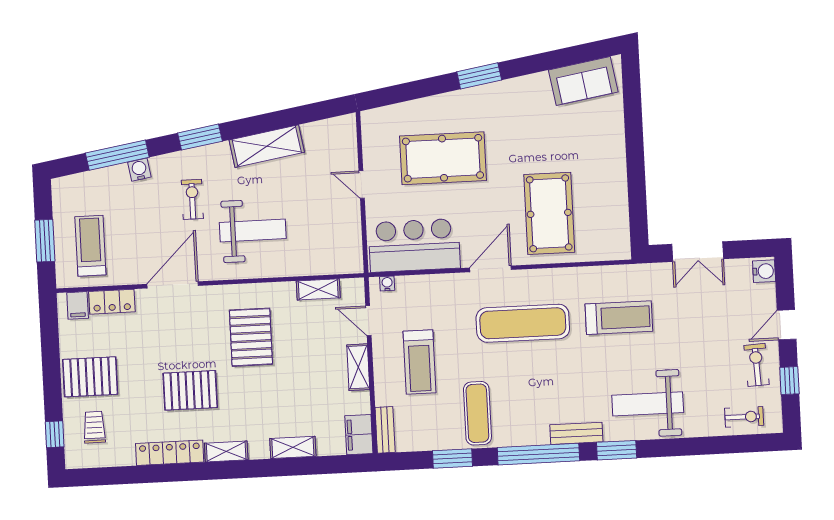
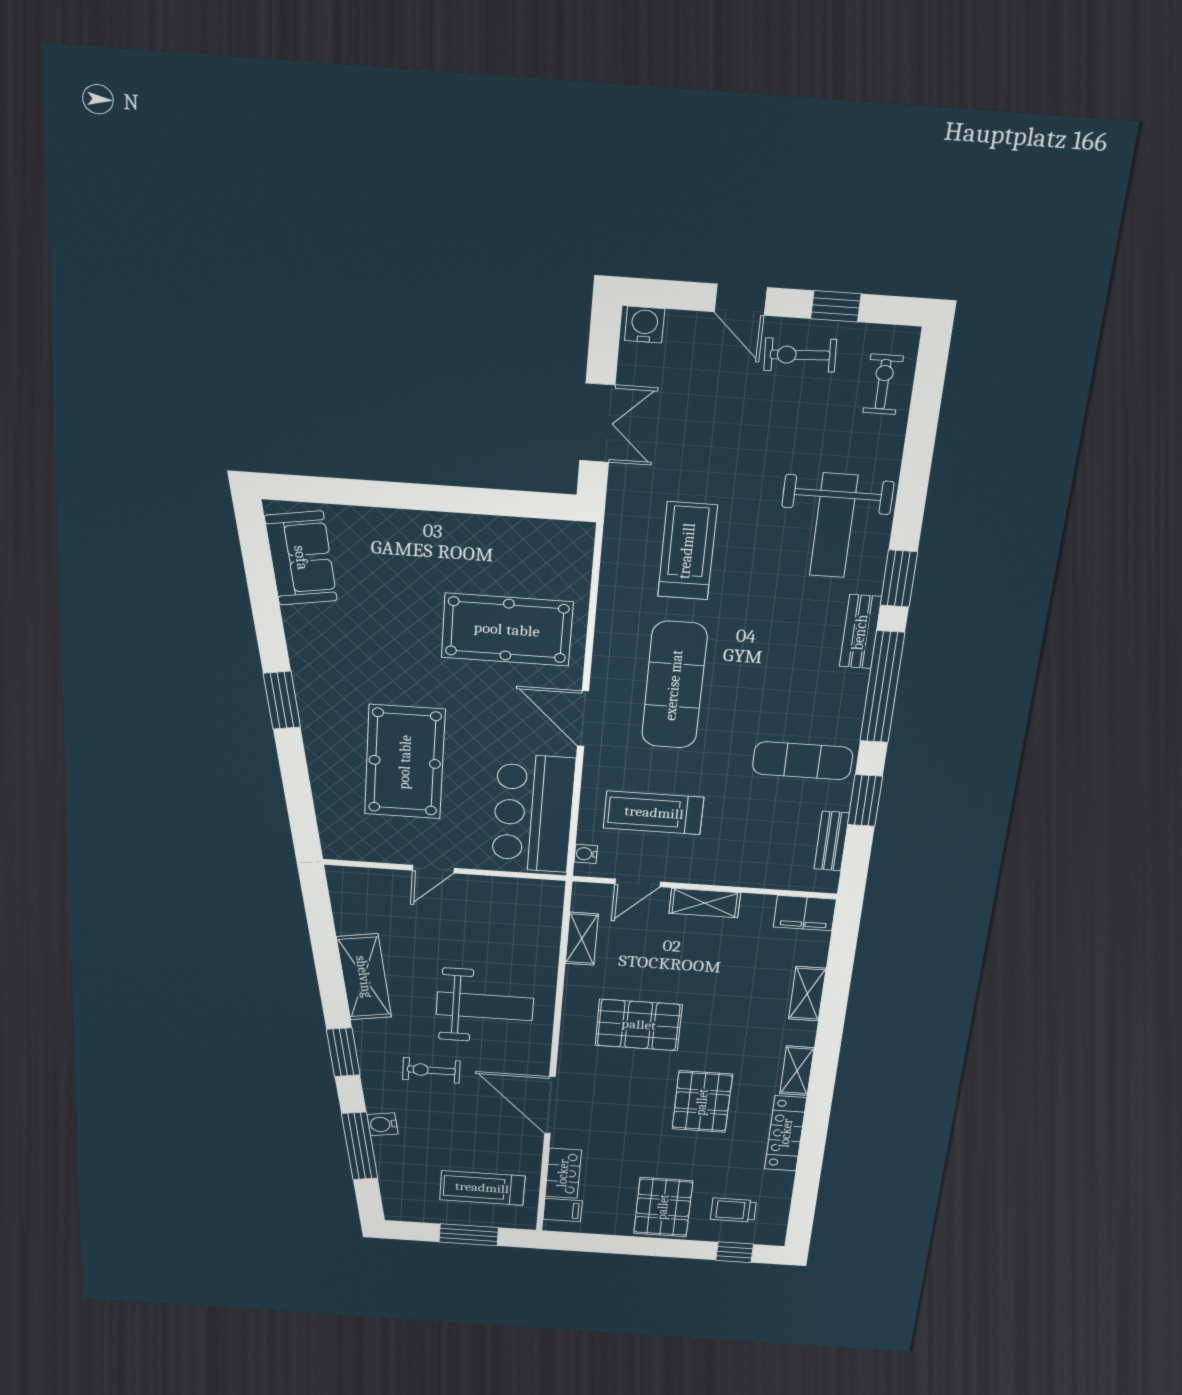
weight bench: (253, 231) -> (485, 1006), turned 90
treadmill: (419, 362) -> (654, 813), moved, turned 180
bench: (385, 430) -> (832, 841), moved, turned 90

